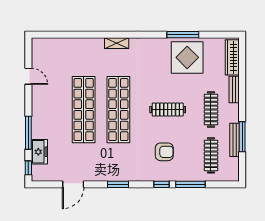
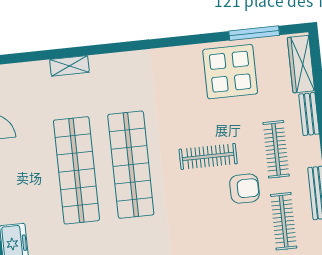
window: (183, 35) -> (254, 33), moved
shelving: (117, 43) -> (69, 66), moved
armchair: (164, 152) -> (244, 189), moved

